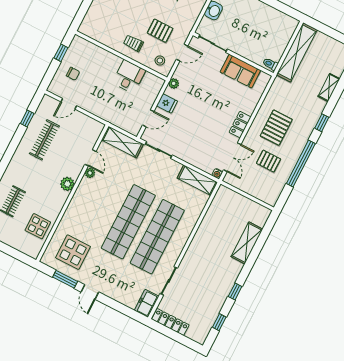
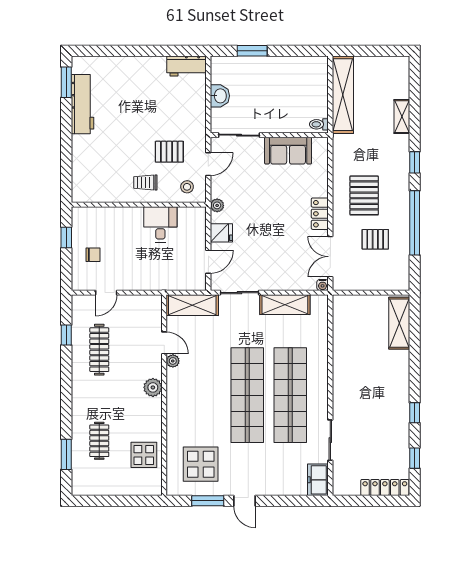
double door: (232, 157) -> (330, 257), swing flipped
shelving: (197, 180) -> (285, 305), moved
shelving: (247, 243) -> (399, 323), moved
locker: (170, 322) -> (385, 487), moved

